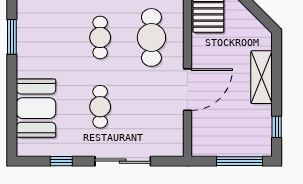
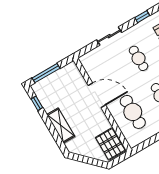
door: (187, 90) -> (97, 95), swing flipped
sliding door: (123, 161) -> (109, 36), width x0.73

